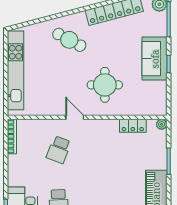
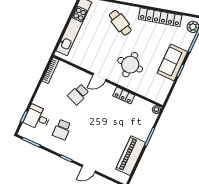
door: (75, 117) -> (99, 77), swing flipped
locker: (133, 126) -> (124, 95), moved

